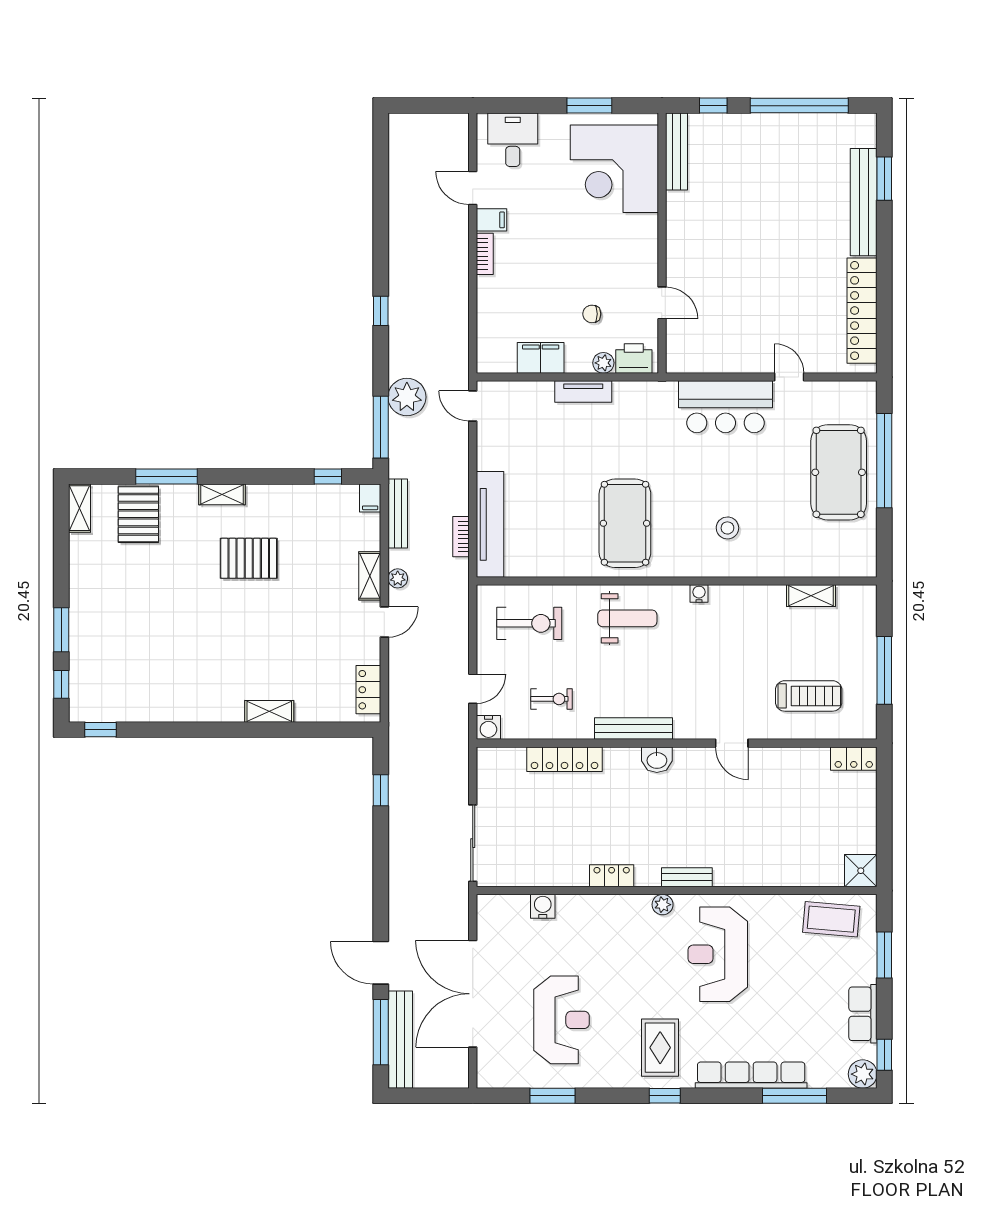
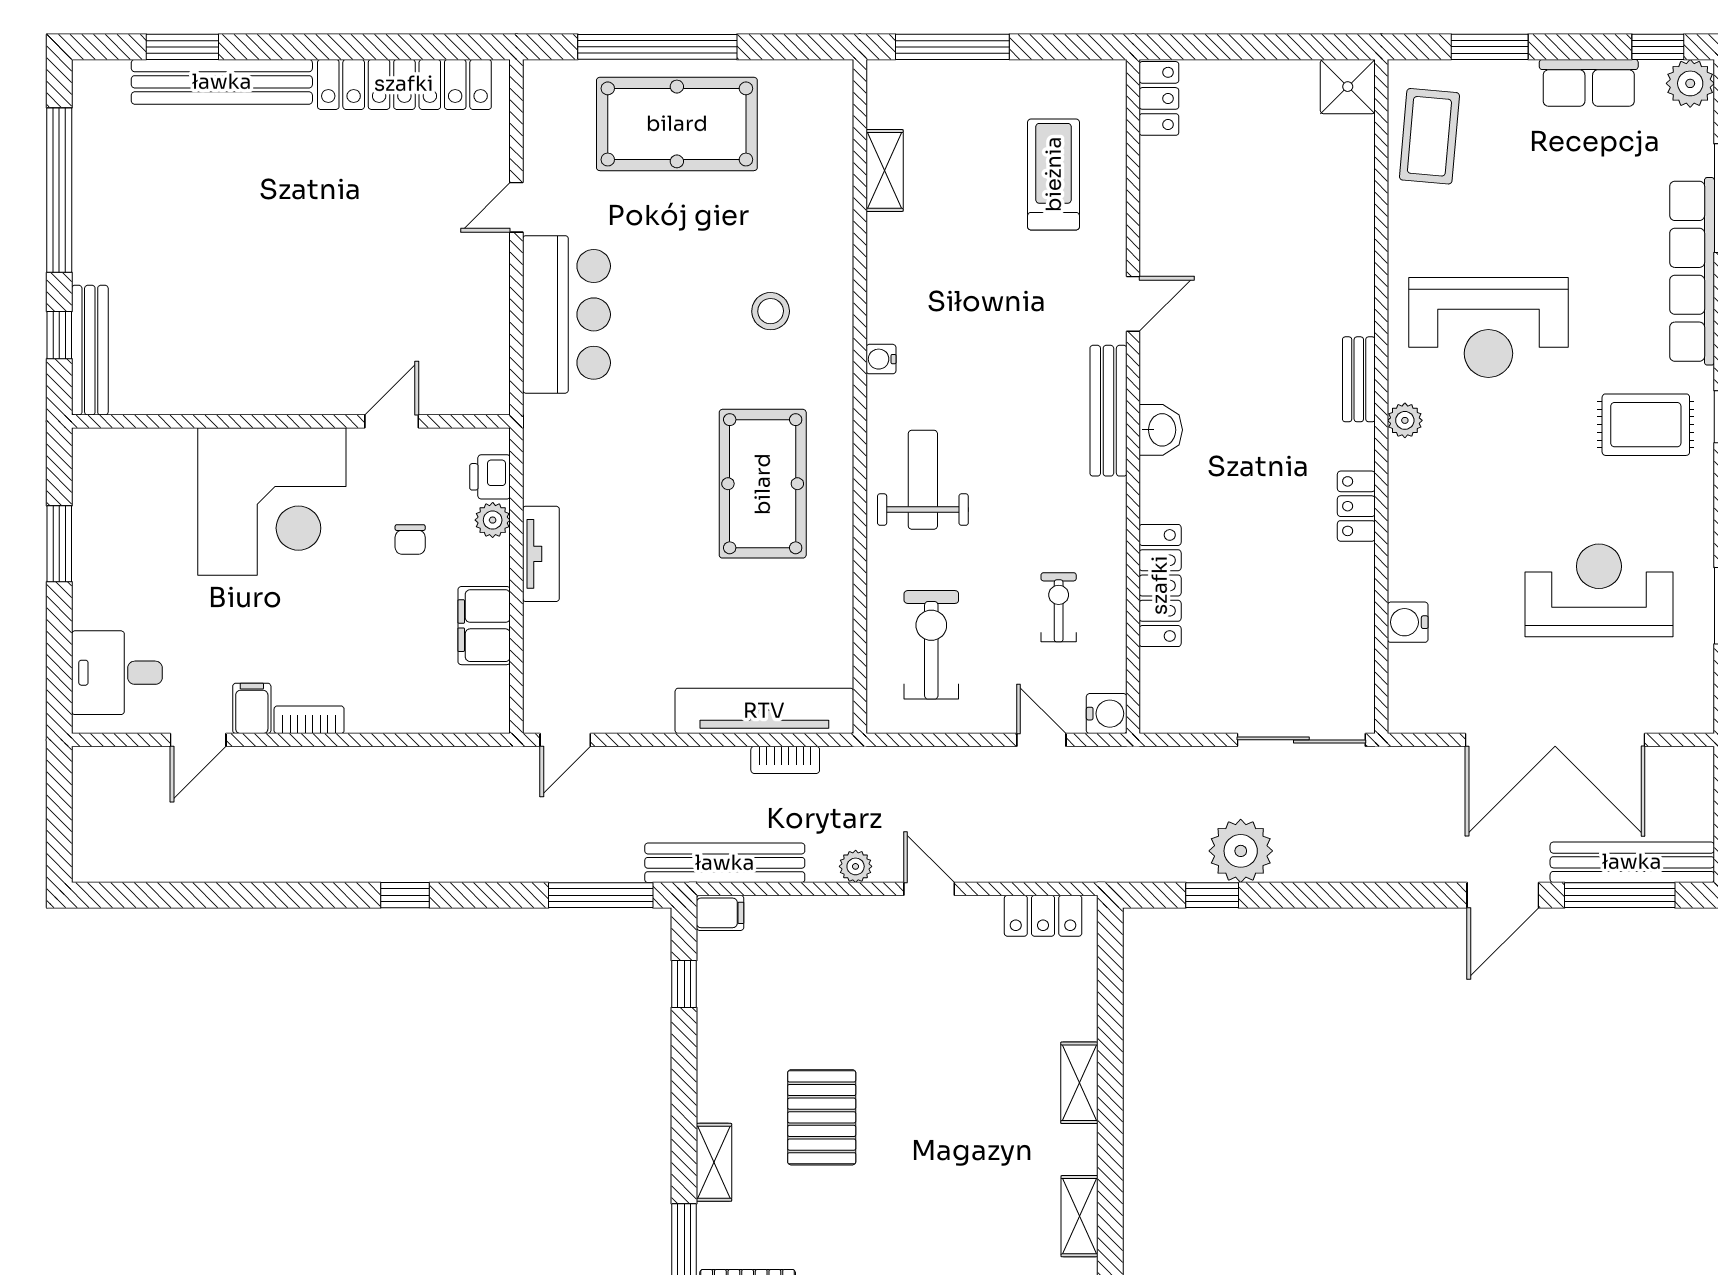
bench: (676, 151) -> (90, 350), moved, turned 90
corner desk: (614, 169) -> (272, 502), moved
printer: (634, 358) -> (490, 477), width x0.73, depth x0.81
plant: (407, 397) -> (1241, 851), moved
bench: (398, 513) -> (725, 863), width x1.37, depth x1.21
pool table: (625, 523) -> (763, 484), turned 90
shelving: (370, 576) -> (1079, 1216), moved, turned 90
window: (884, 670) -> (952, 47), moved
bench: (633, 729) -> (1108, 411), moved

